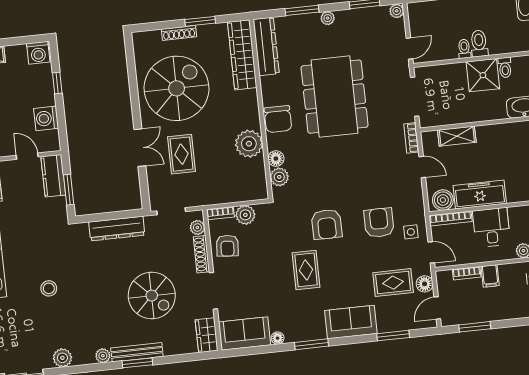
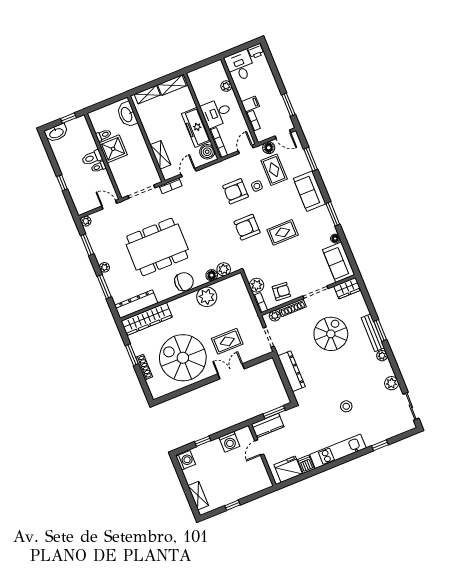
armchair: (327, 224) -> (247, 227), turned 180
side table: (411, 232) -> (257, 186), moved

